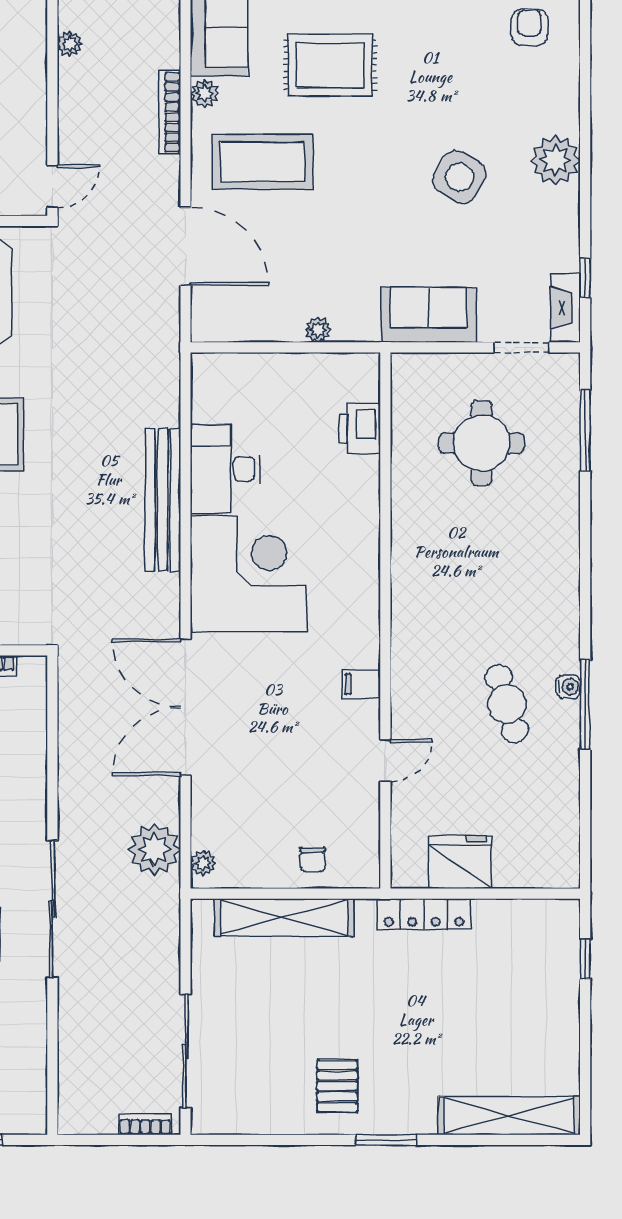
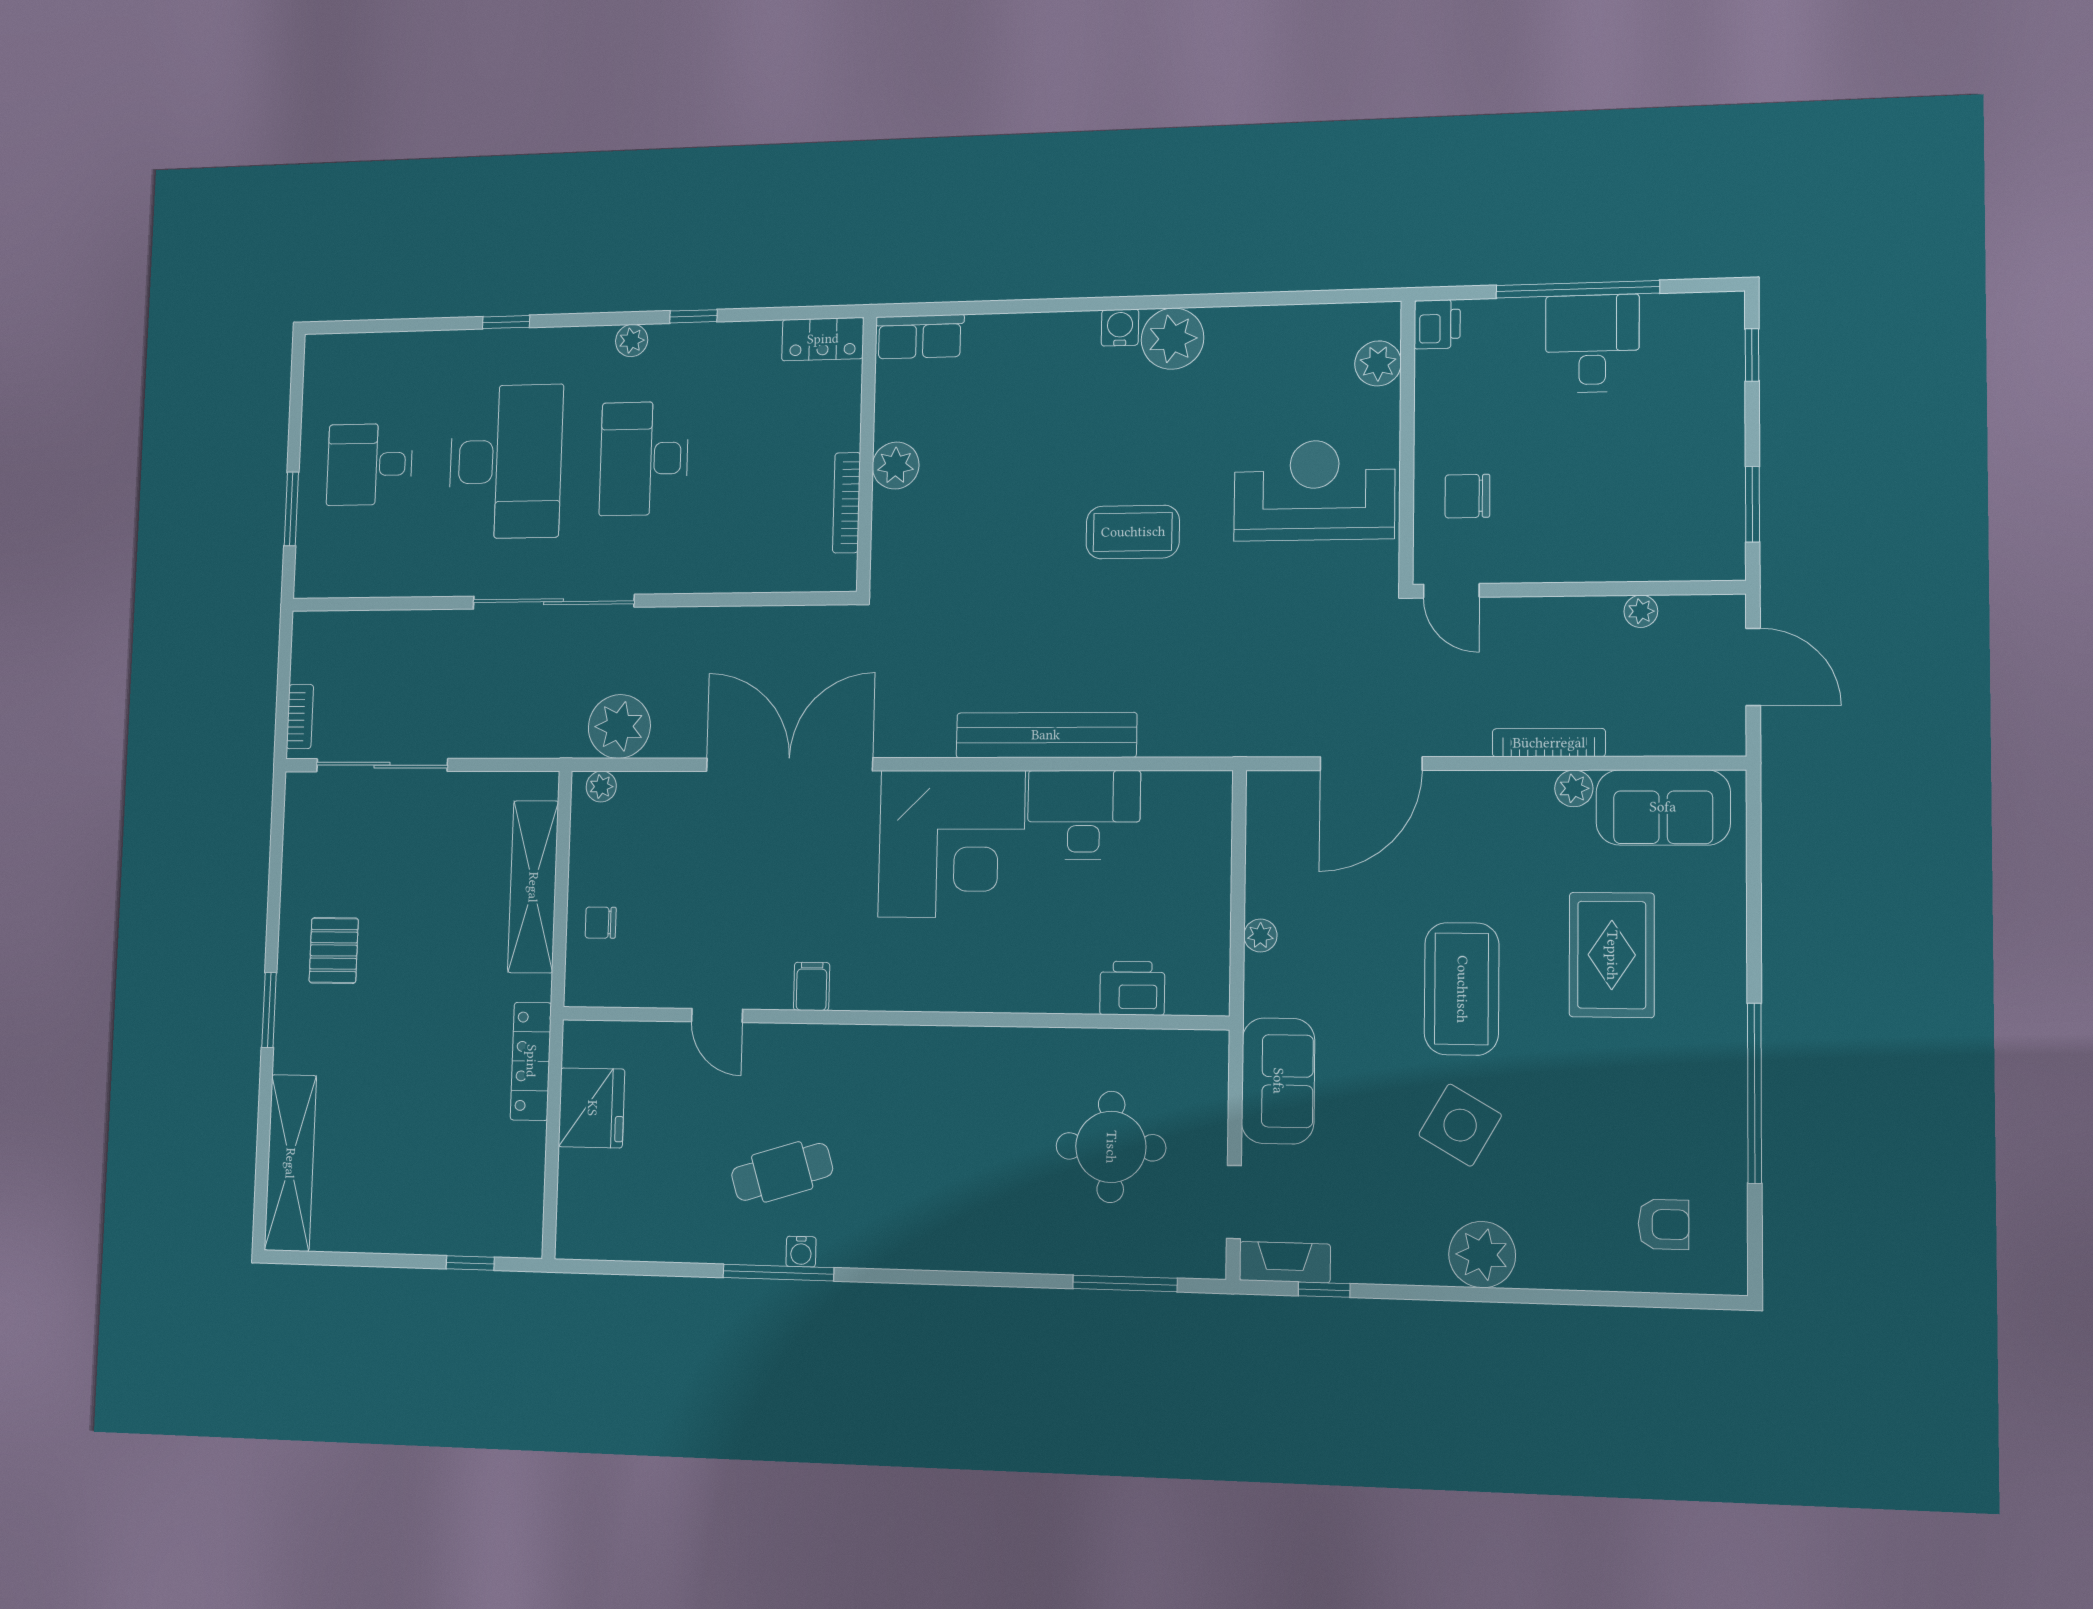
coffee table: (263, 162) -> (1462, 989), moved
pallet: (337, 1086) -> (334, 950), turned 90

